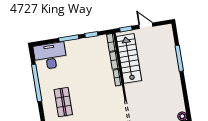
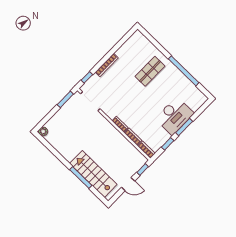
desk: (50, 56) -> (174, 116), moved
stairs: (129, 58) -> (93, 174), moved, turned 180
shop shelf: (63, 102) -> (150, 71), turned 90

